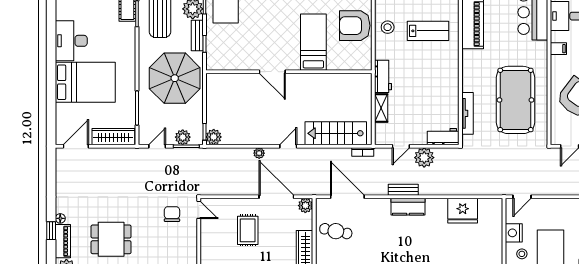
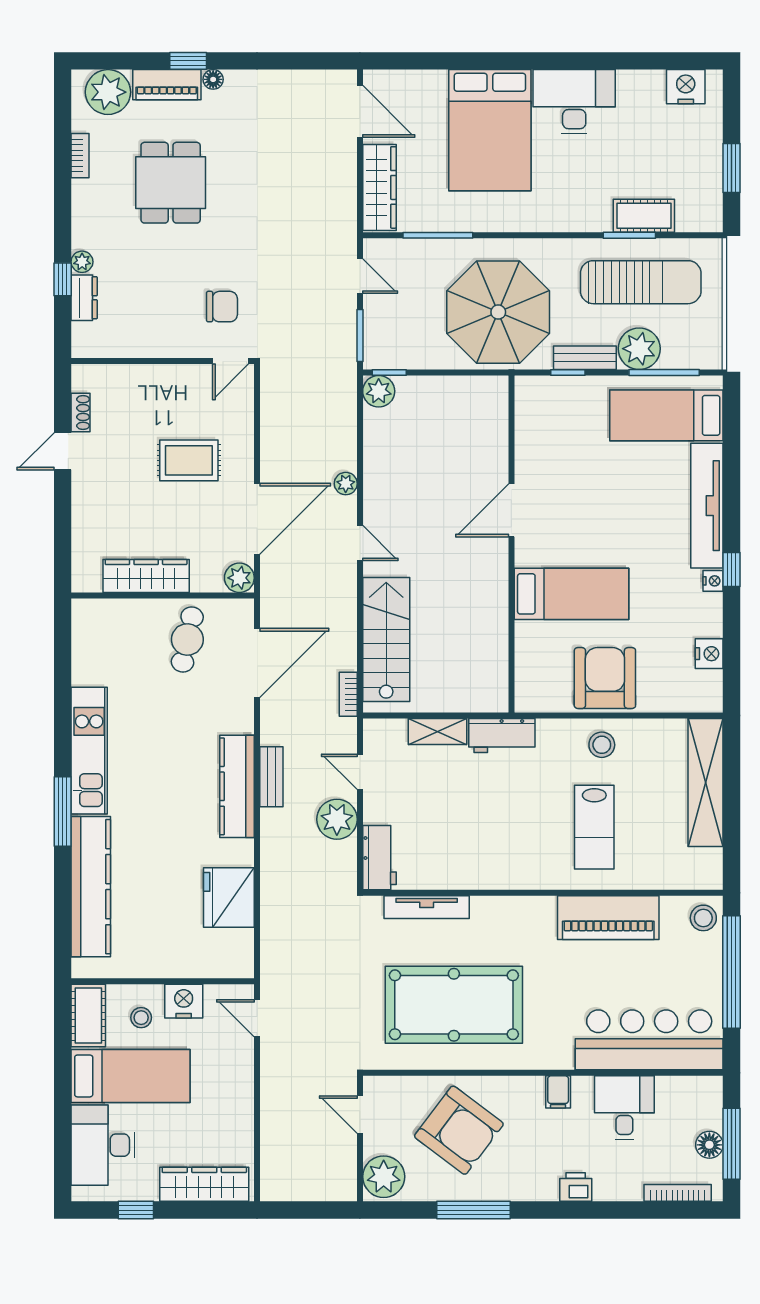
plant: (183, 137) -> (378, 328), removed
kitchen counter: (408, 207) -> (237, 786), width x1.50

